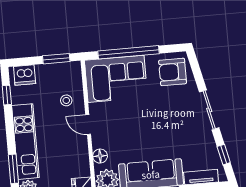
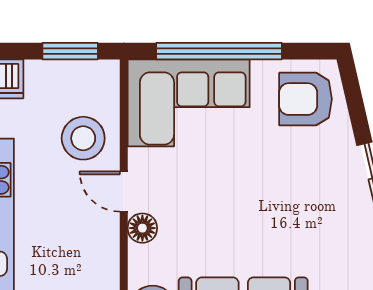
stool: (66, 100) -> (83, 138), width x1.89, depth x1.89
floor lamp: (100, 156) -> (142, 228), moved

